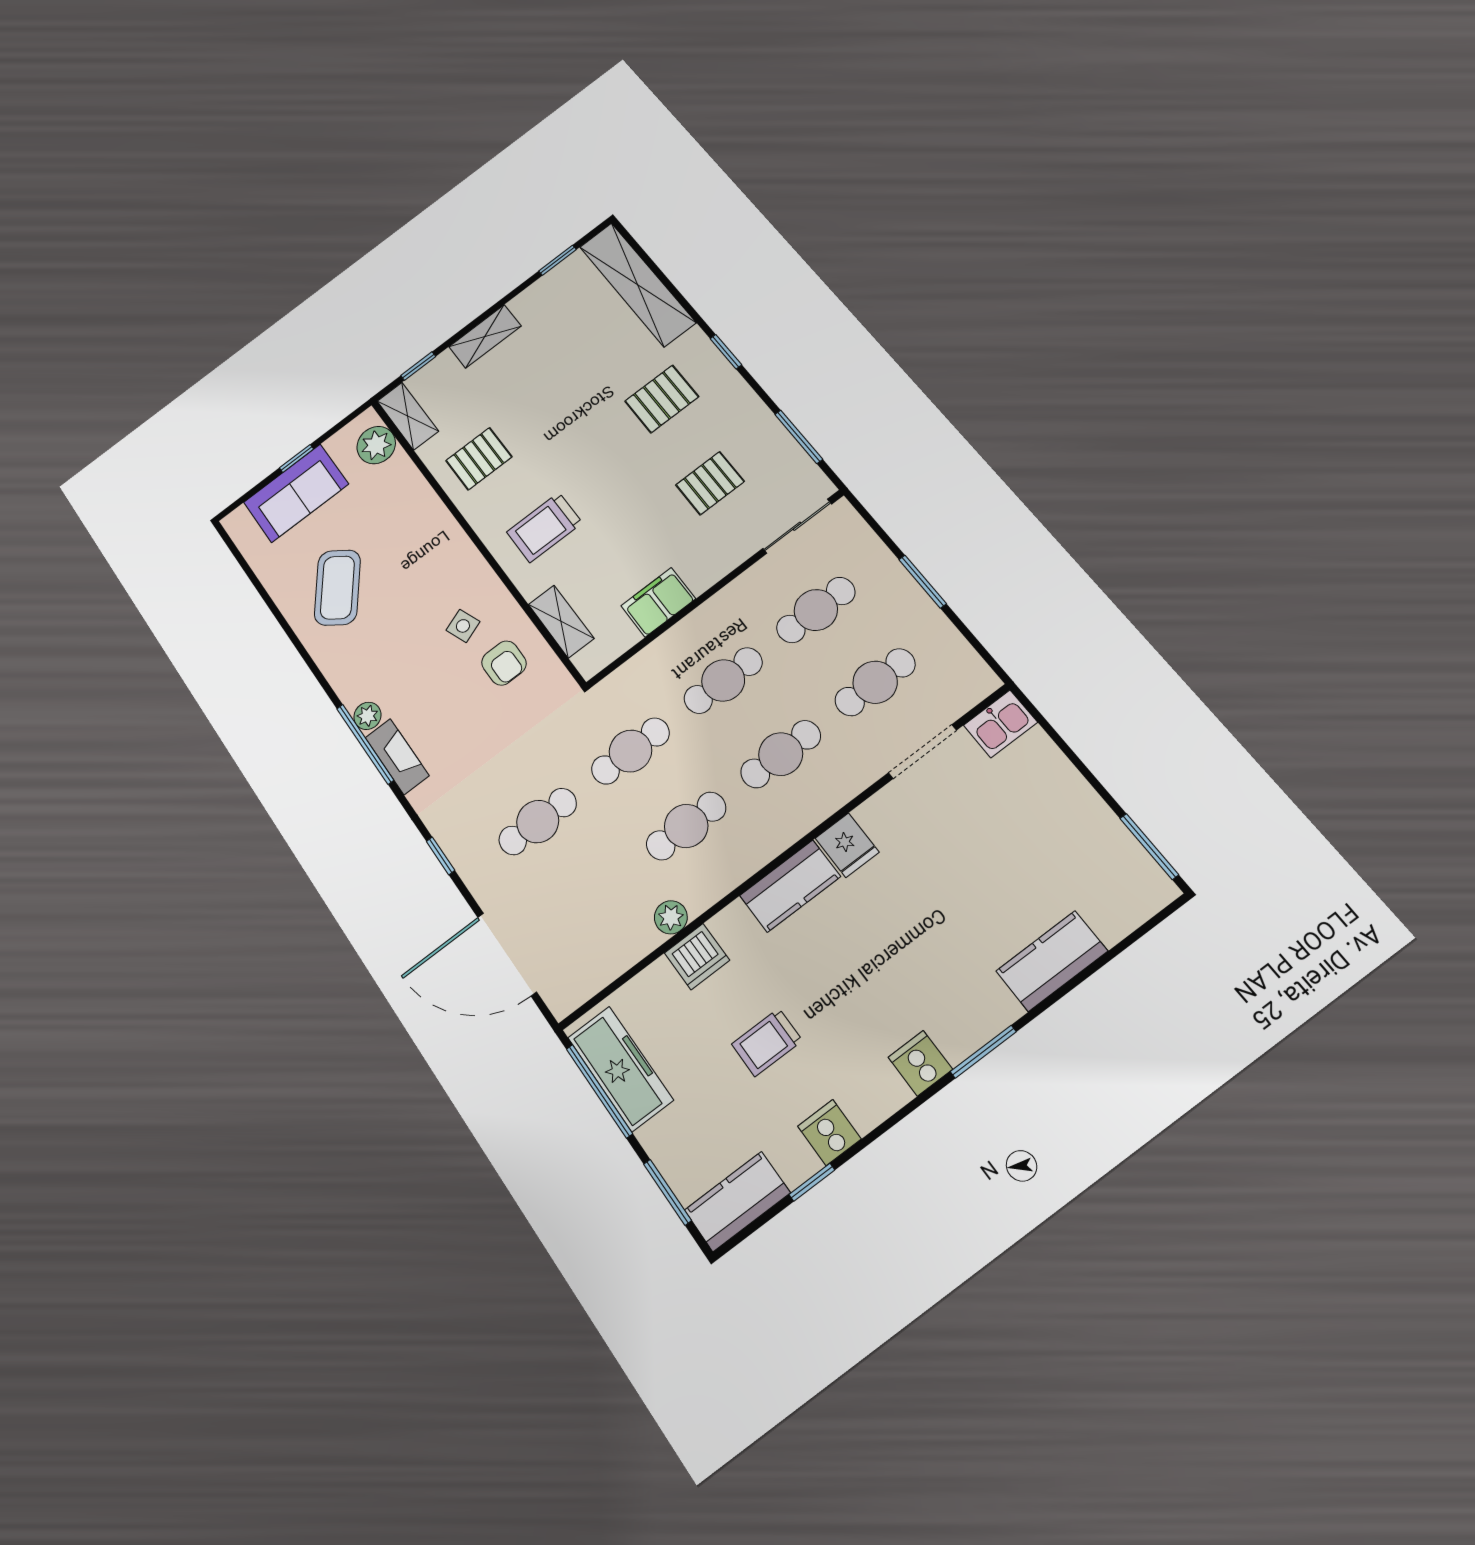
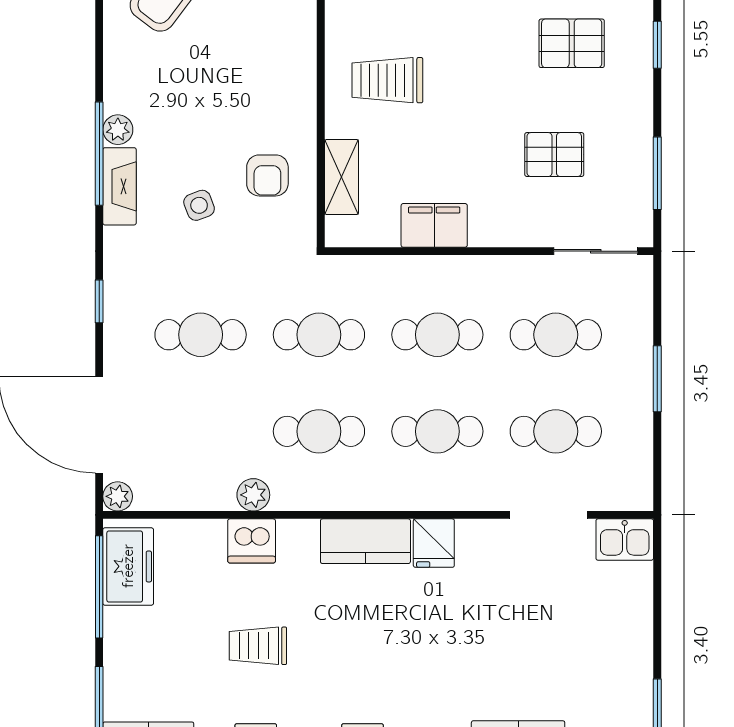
side table: (463, 626) -> (199, 205), moved
plant: (562, 1002) -> (118, 496), added
freezer: (620, 1069) -> (128, 566), width x0.71

